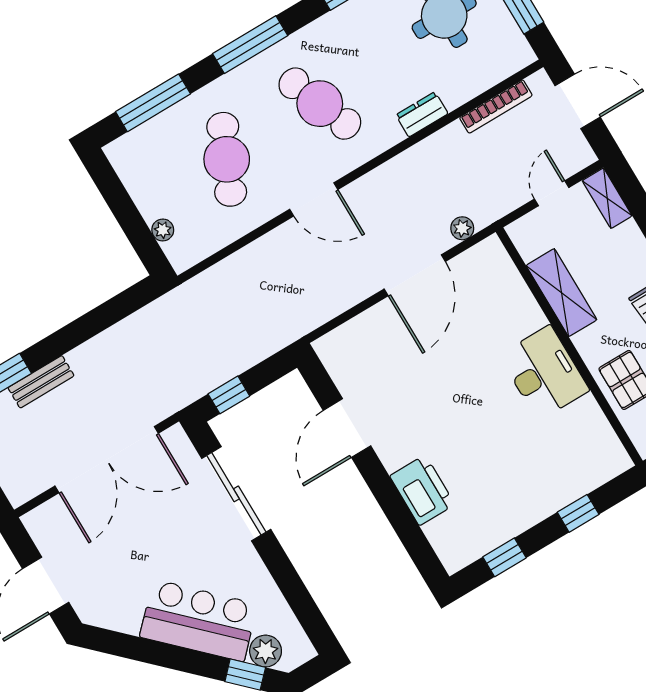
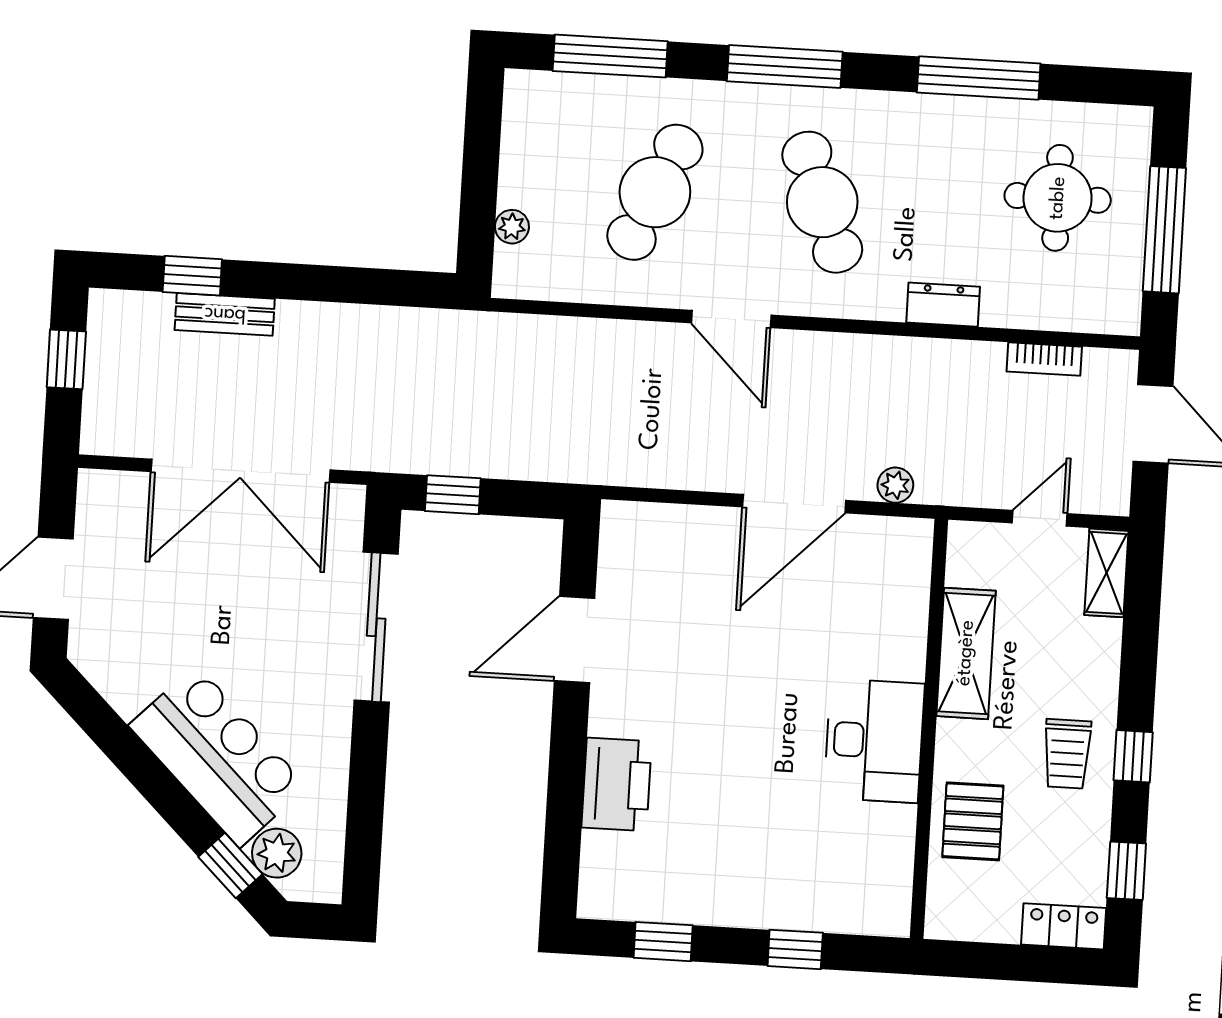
bookcase: (496, 106) -> (1044, 359), width x0.64

